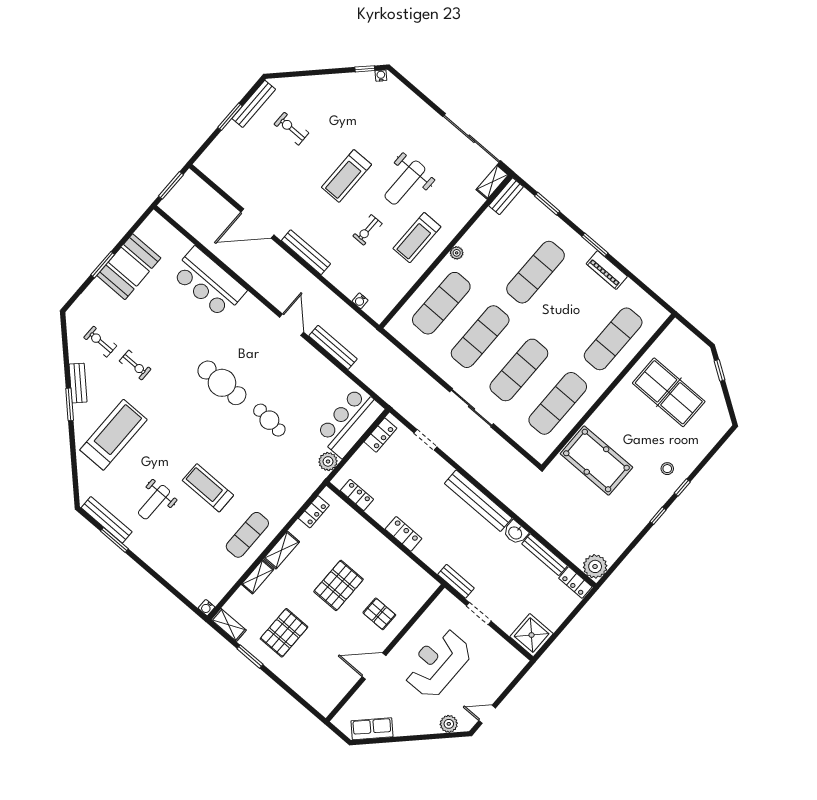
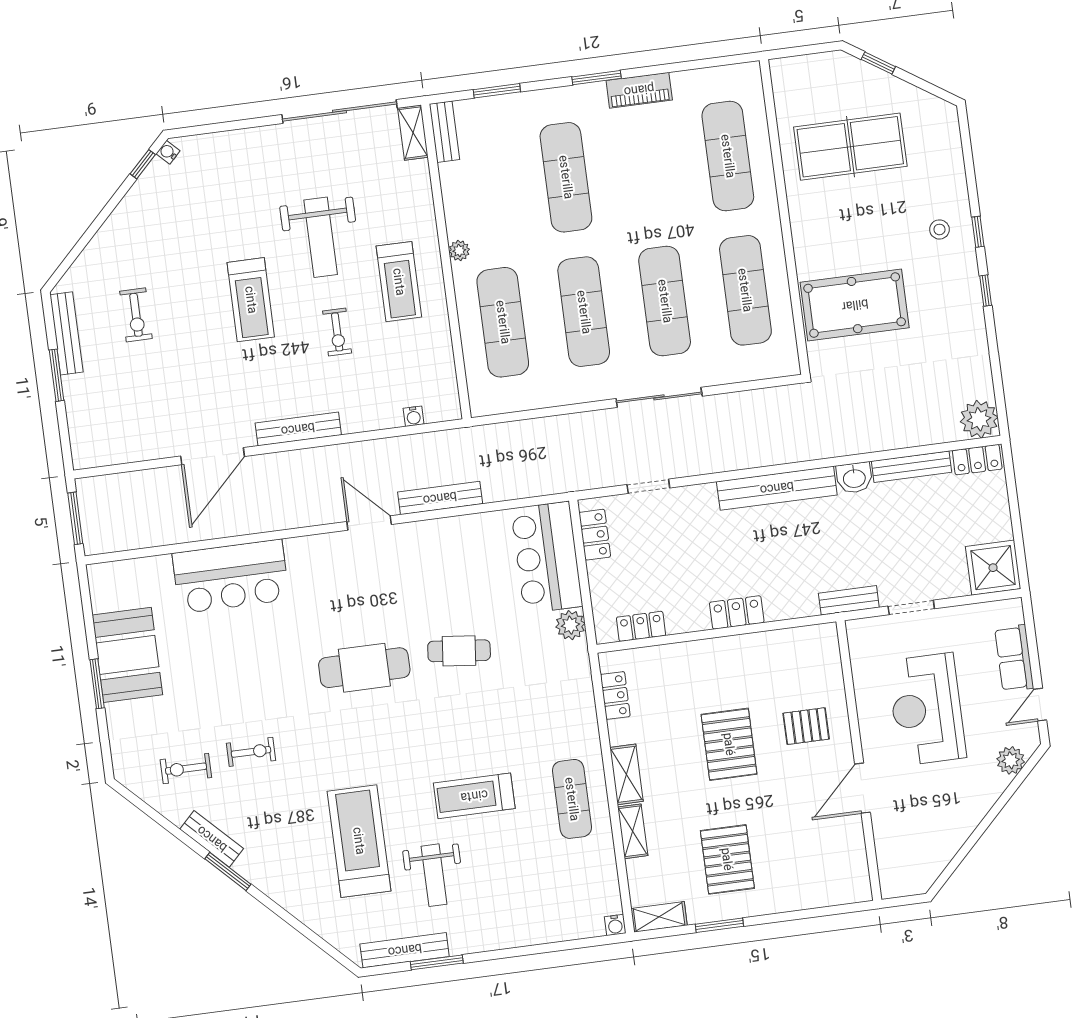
exercise bike: (291, 129) -> (136, 315), turned -90
treadmill: (113, 435) -> (359, 841), moved
row of seats: (372, 729) -> (1014, 658), moved, turned -45

